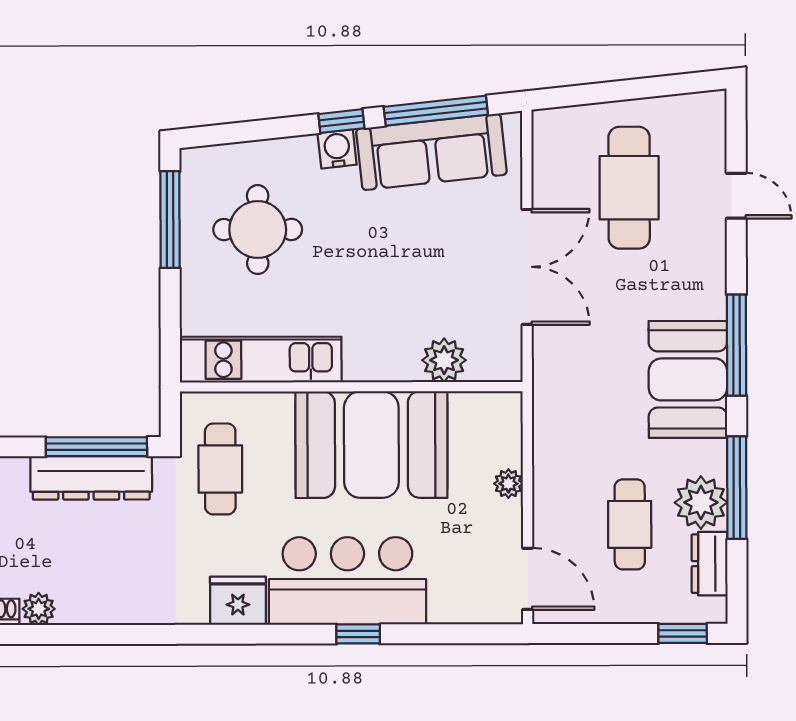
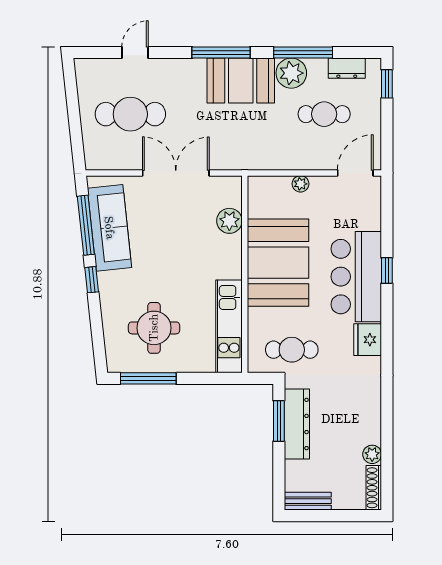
water cooler: (337, 149) -> (108, 282), removed
window: (96, 447) -> (279, 421), width x0.69
plant: (701, 502) -> (291, 73), moved

